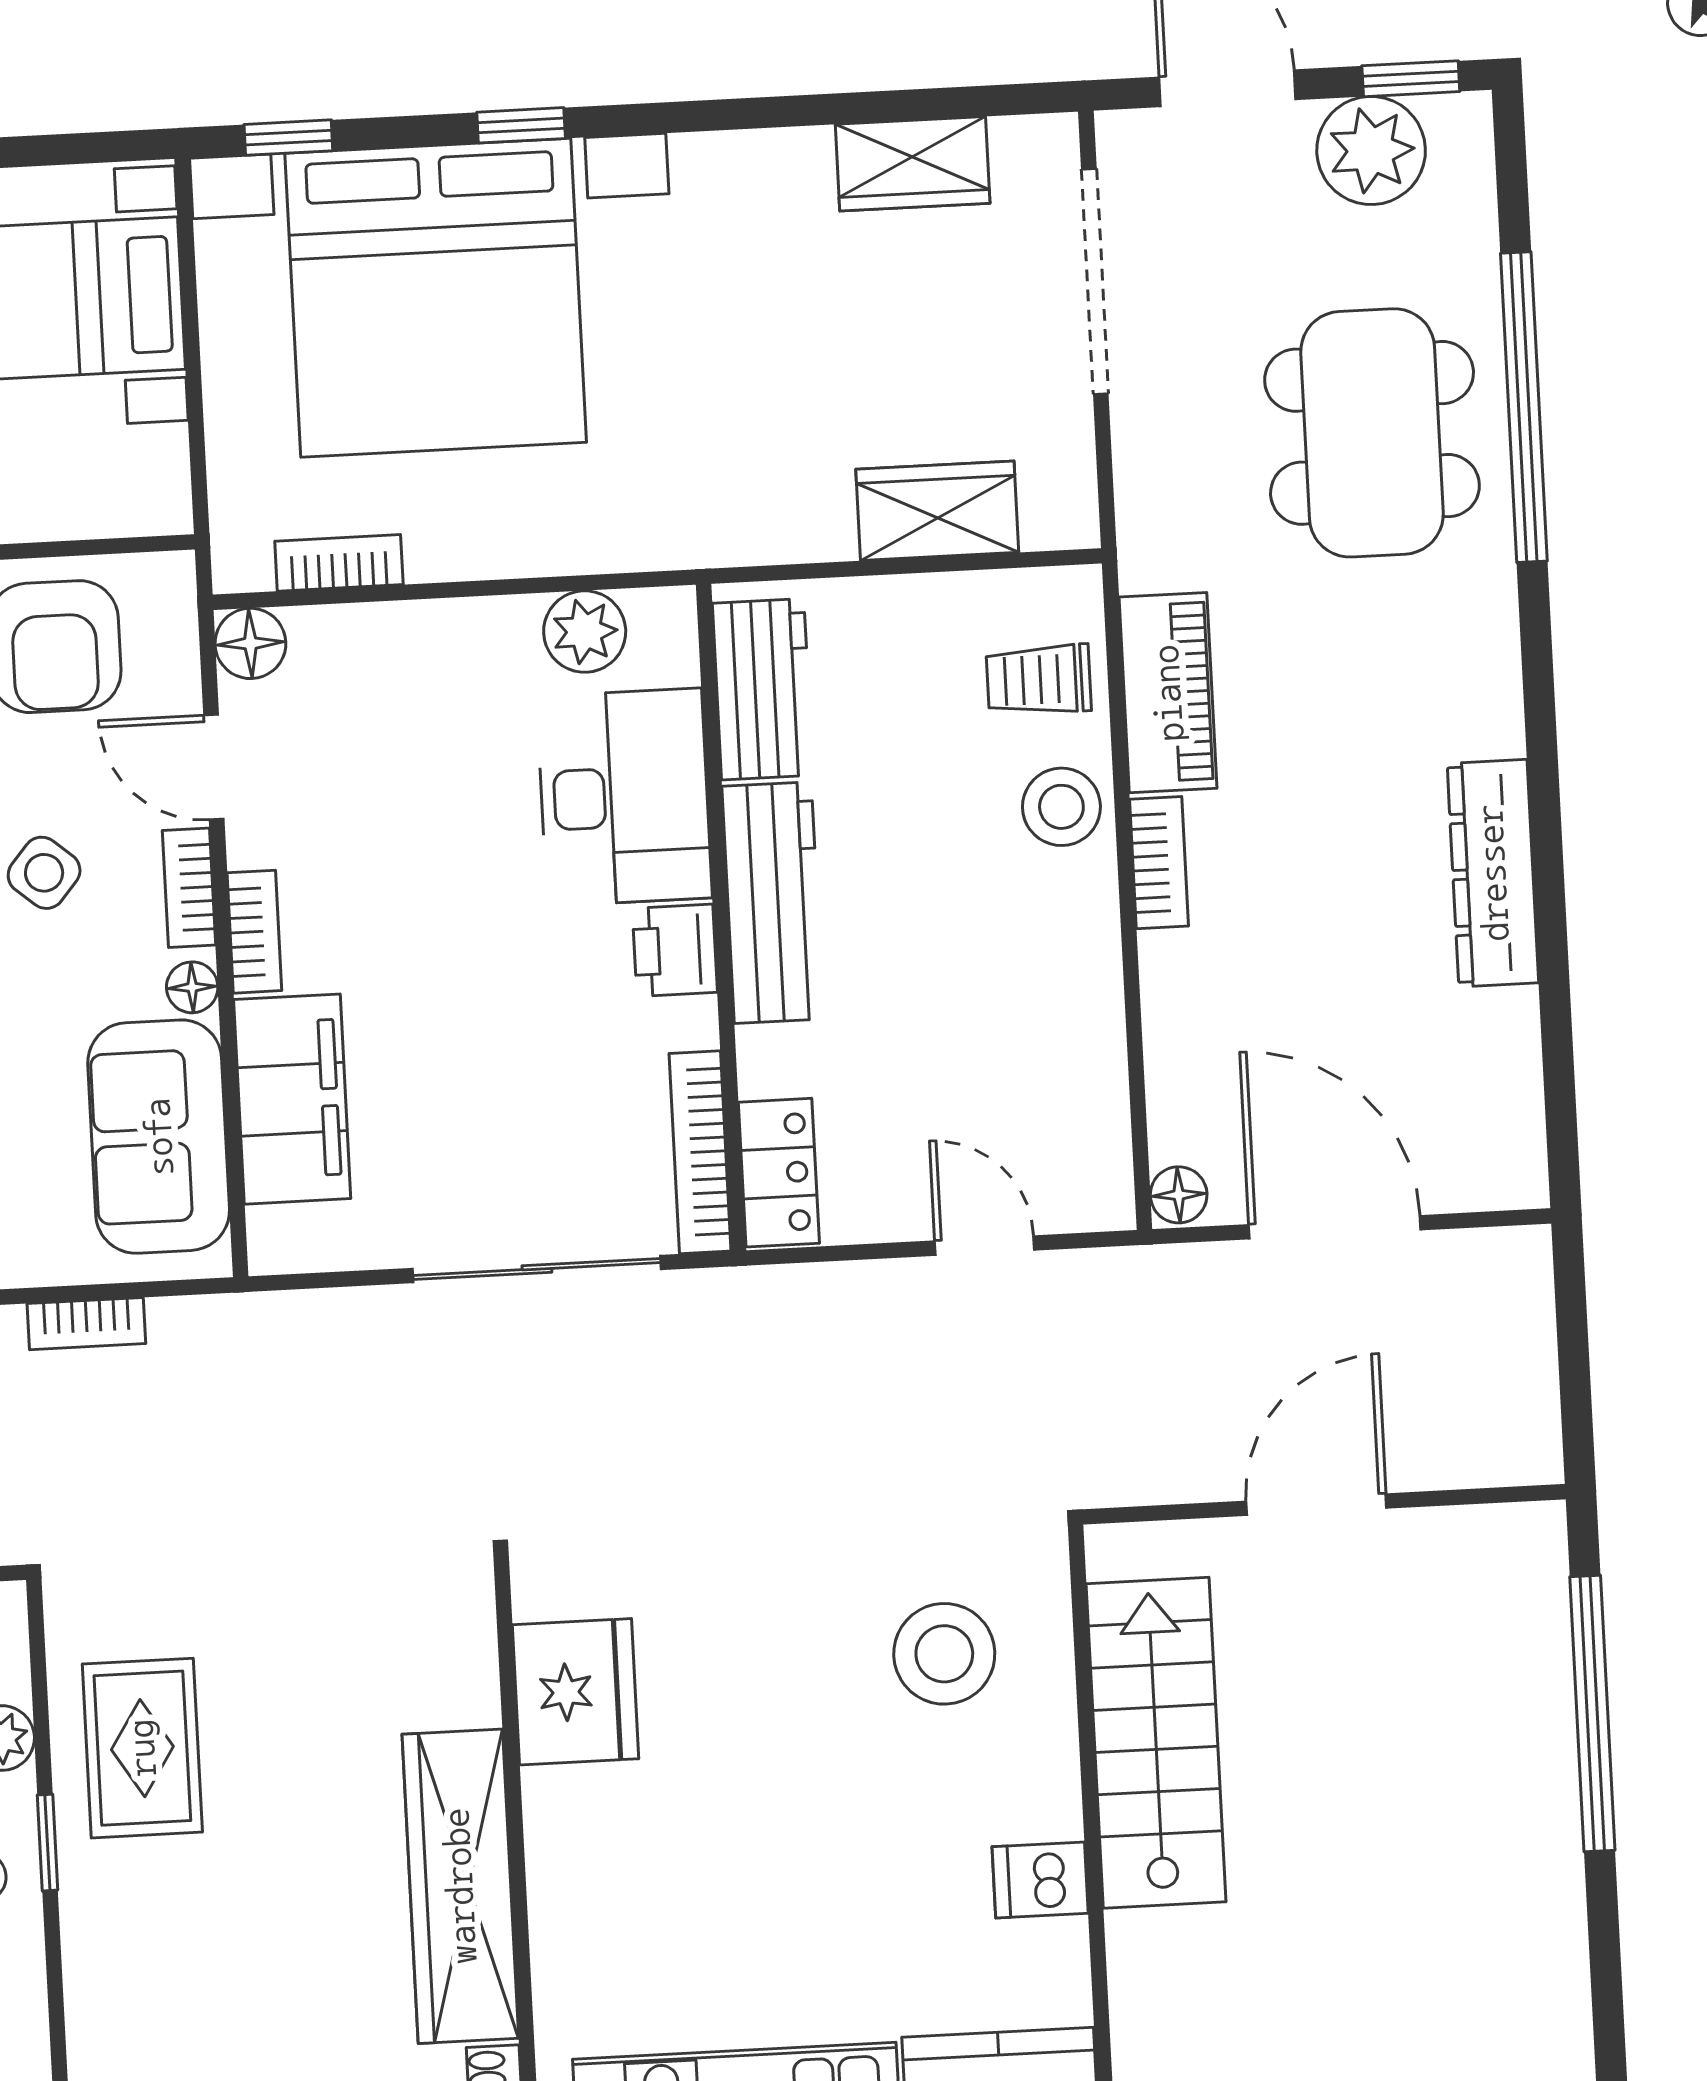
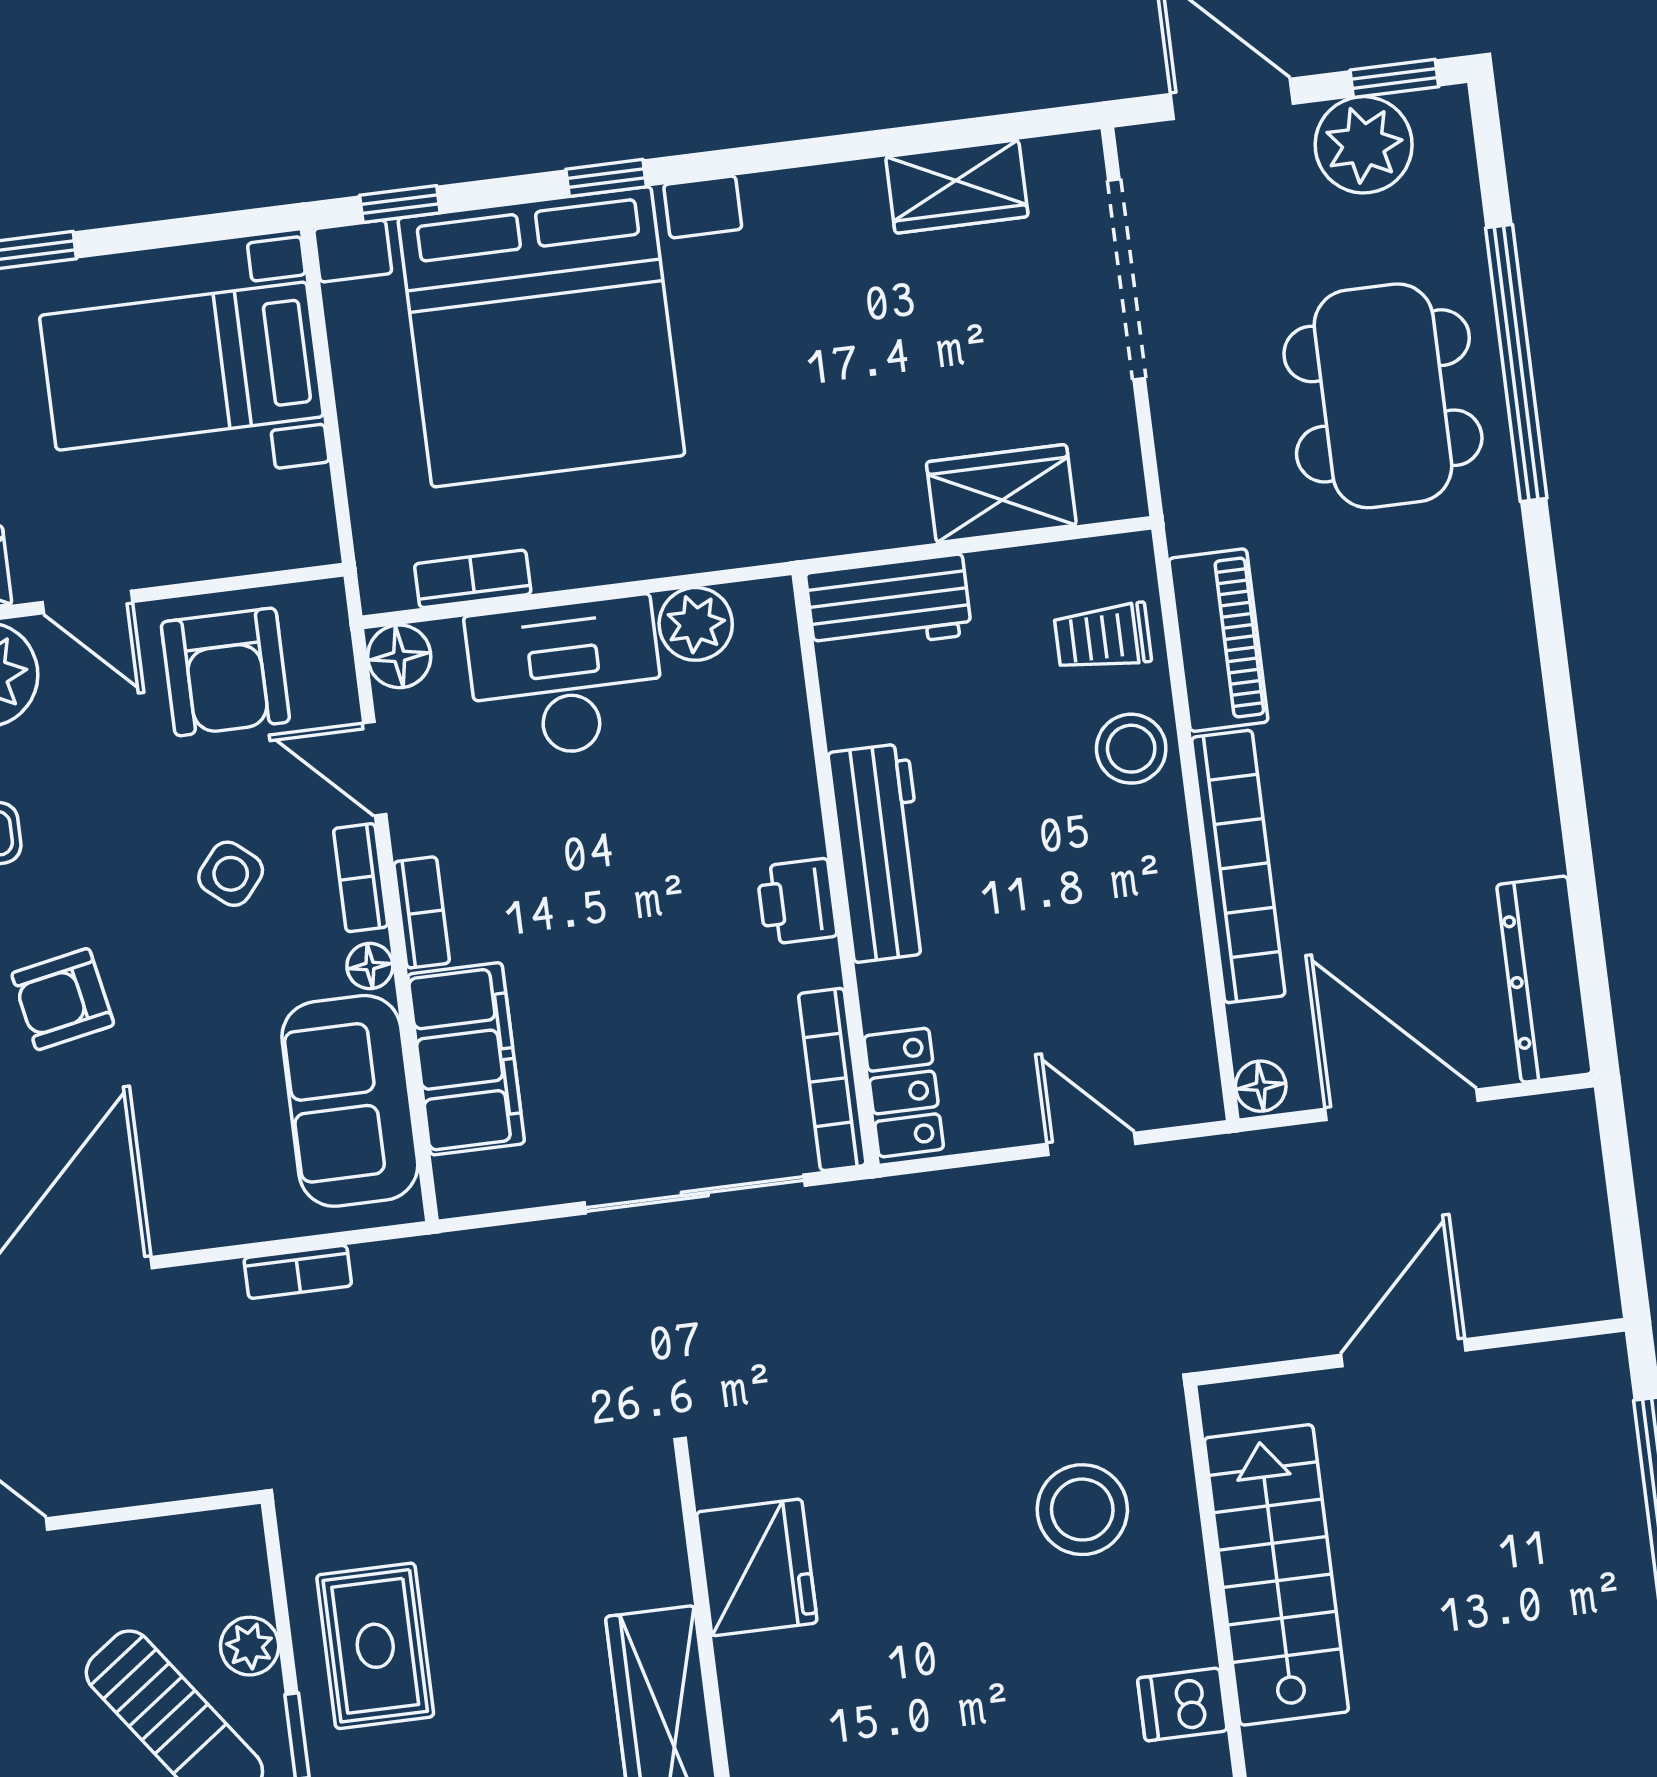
workbench: (763, 689) -> (889, 604), moved, turned 90
desk: (624, 797) -> (566, 678), moved, turned -90
bookcase: (1159, 863) -> (1238, 867), width x2.31, depth x1.31
dresser: (1493, 873) -> (1544, 979), moved

